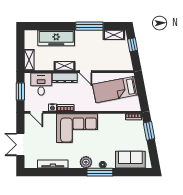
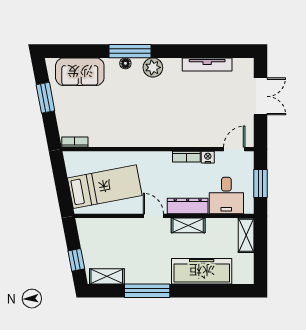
door: (36, 112) -> (234, 149), hinge flipped
corner sofa: (77, 128) -> (167, 123), removed
window: (149, 131) -> (45, 98), moved

